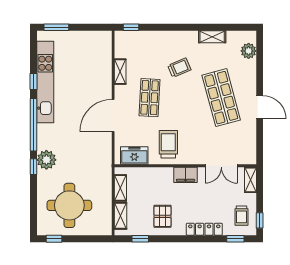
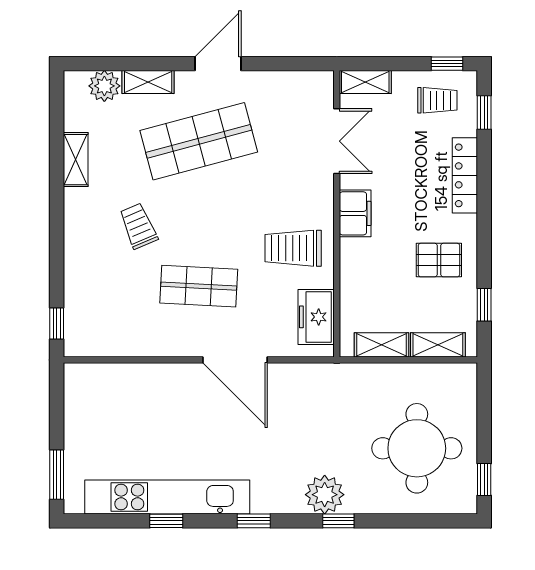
shelving: (120, 72) -> (148, 82), moved
window: (34, 125) -> (254, 521), width x0.32

